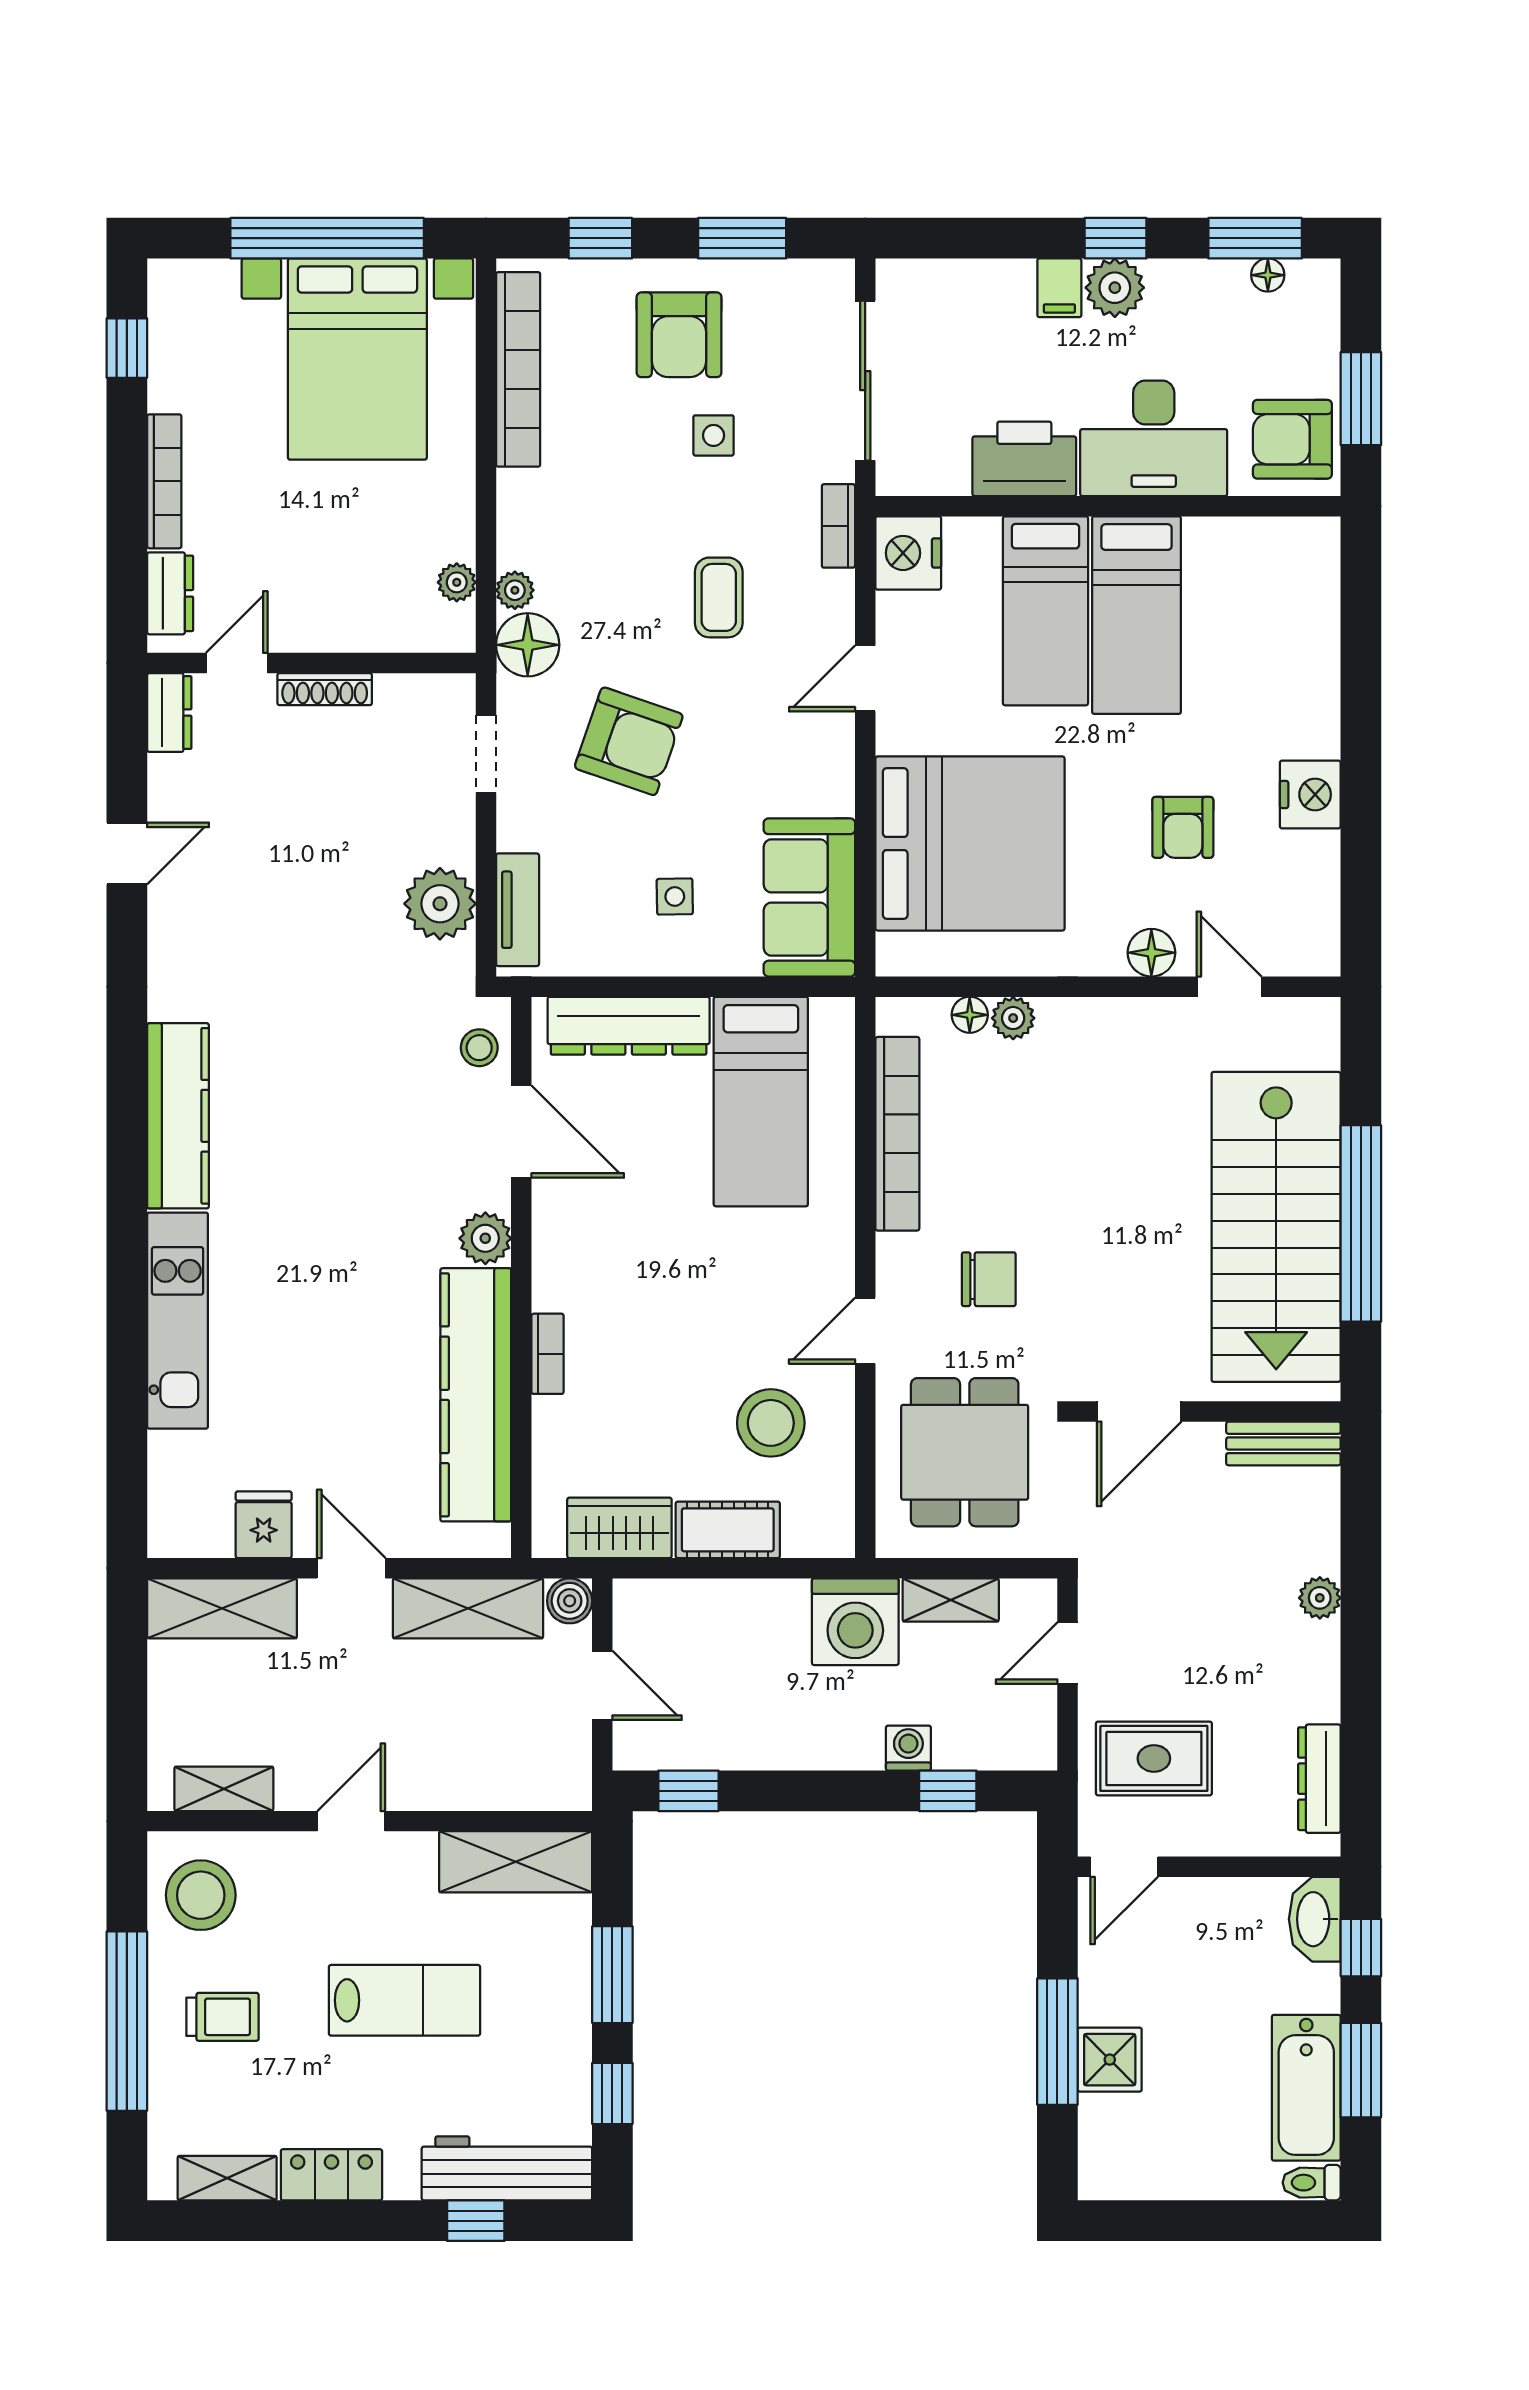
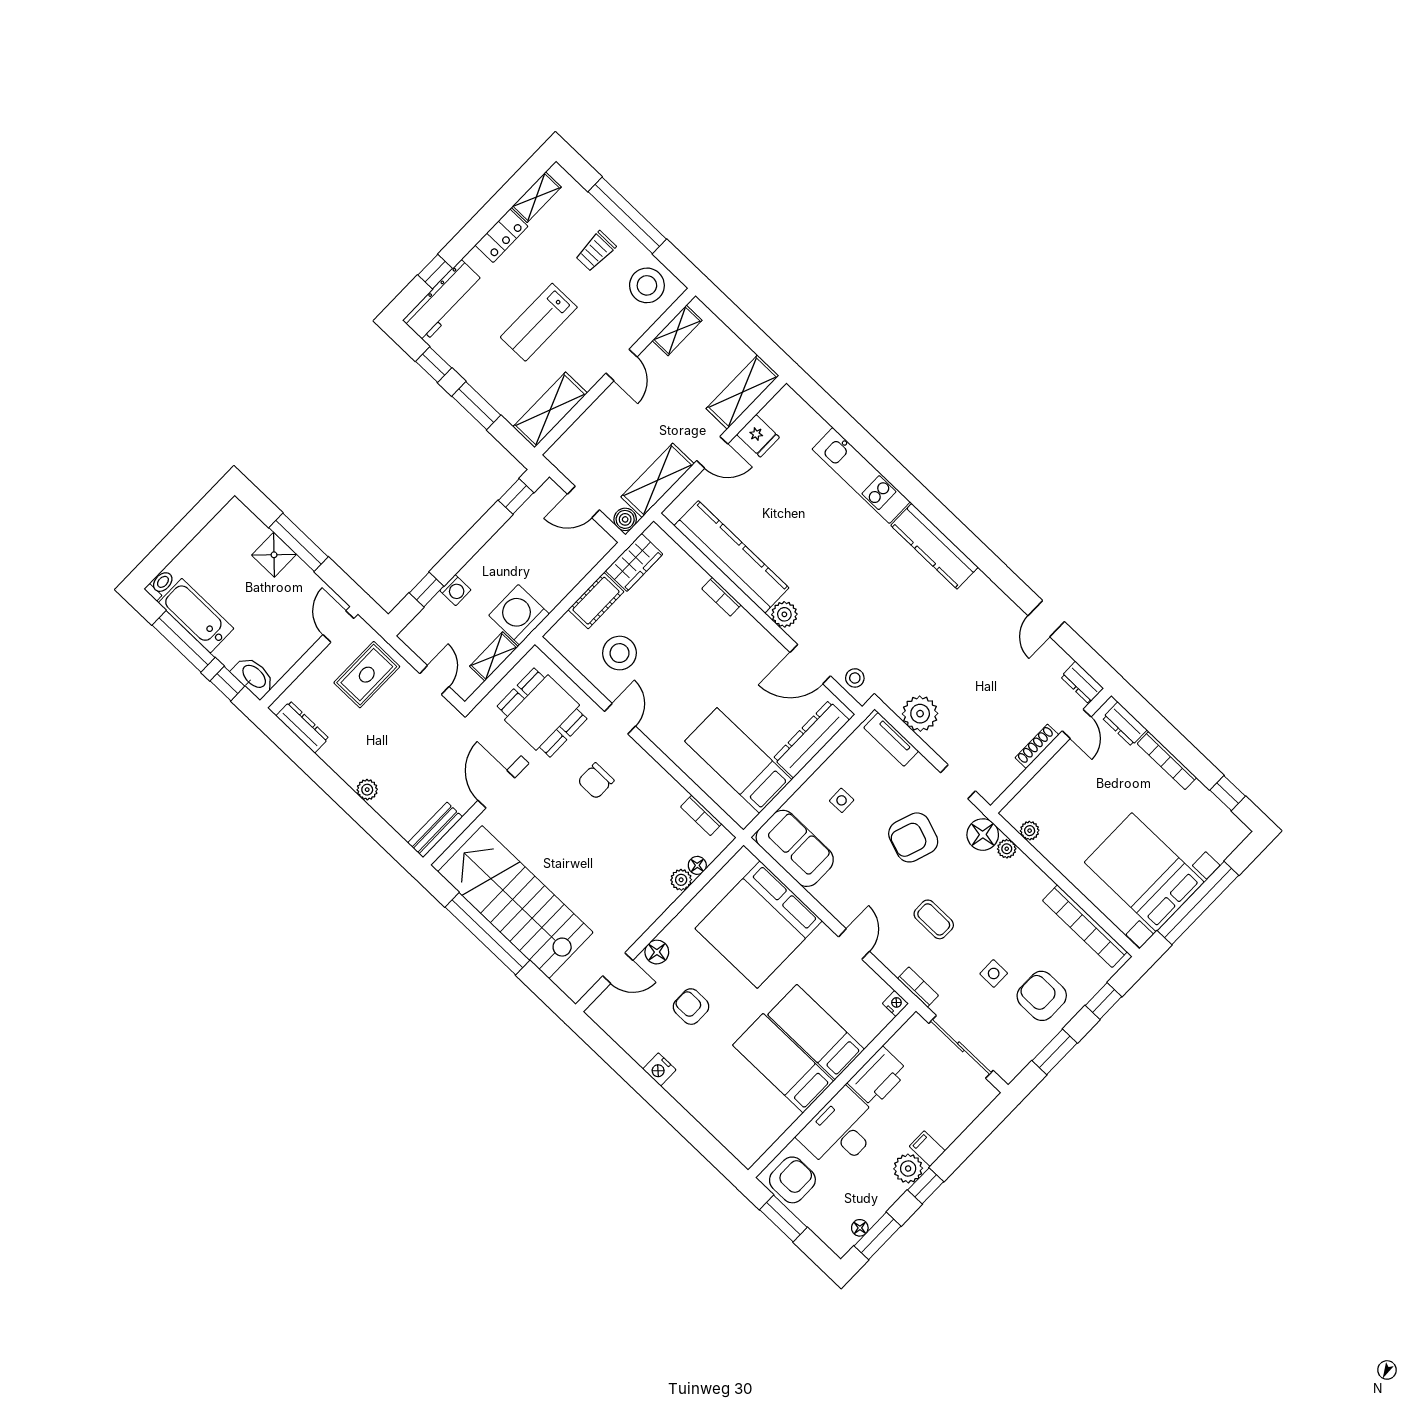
nightstand: (908, 553) -> (895, 1004), width x0.53, depth x0.56
nightstand: (1310, 794) -> (659, 1069), width x0.74, depth x0.75
bookcase: (897, 1134) -> (701, 815), width x0.43, depth x0.76
window: (1361, 2070) -> (183, 641), width x1.44

